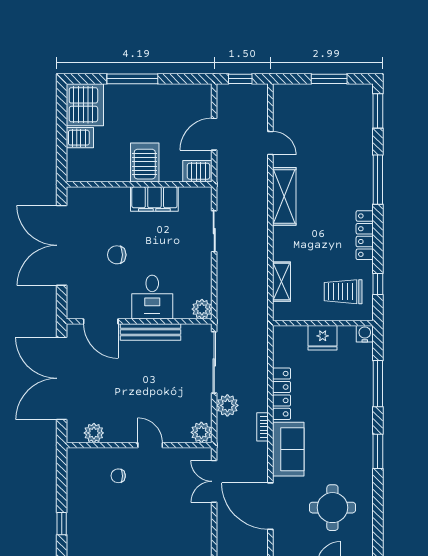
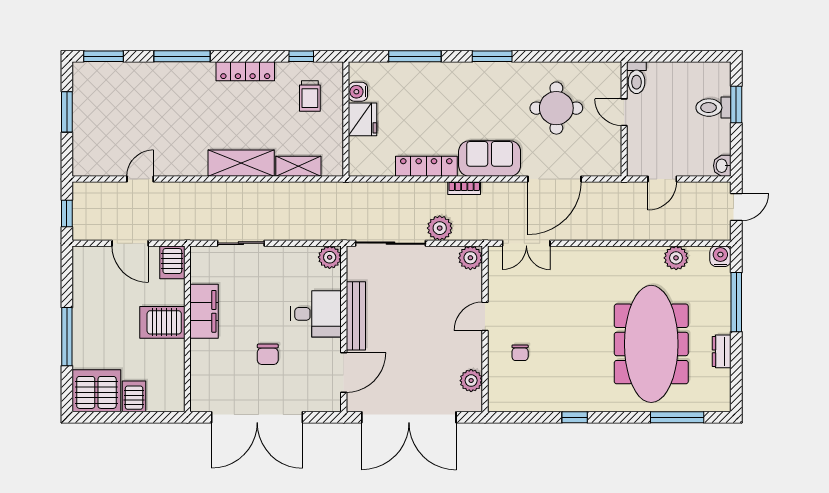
shelving: (284, 196) -> (241, 163), moved
trolley: (343, 292) -> (310, 96), width x0.73, depth x0.72
water cooler: (365, 334) -> (358, 92), moved

